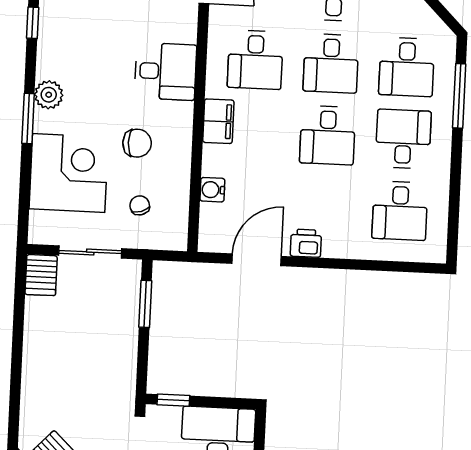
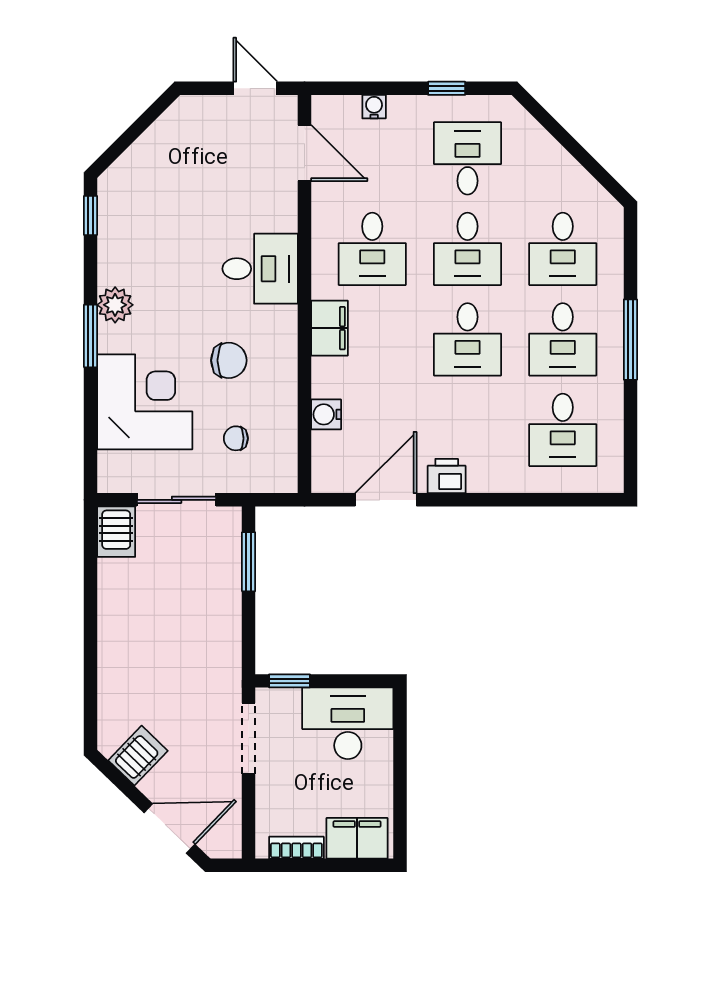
window: (459, 96) -> (630, 340), moved
desk: (403, 139) -> (563, 339), turned 180
chair: (140, 205) -> (236, 438), turned -72

